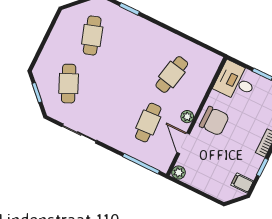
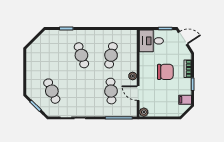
cafe table: (92, 35) -> (81, 55), moved
chair: (214, 121) -> (165, 72), moved

